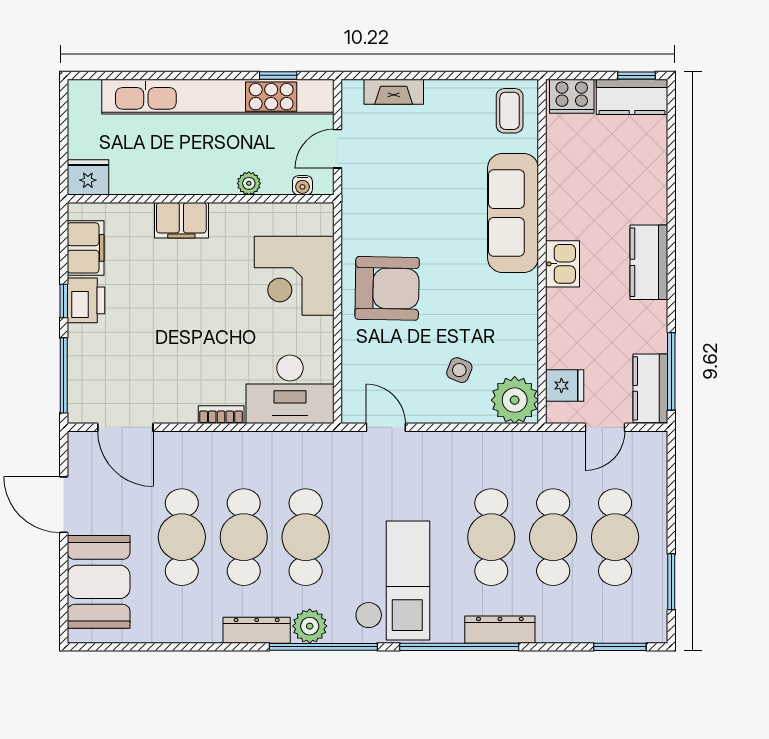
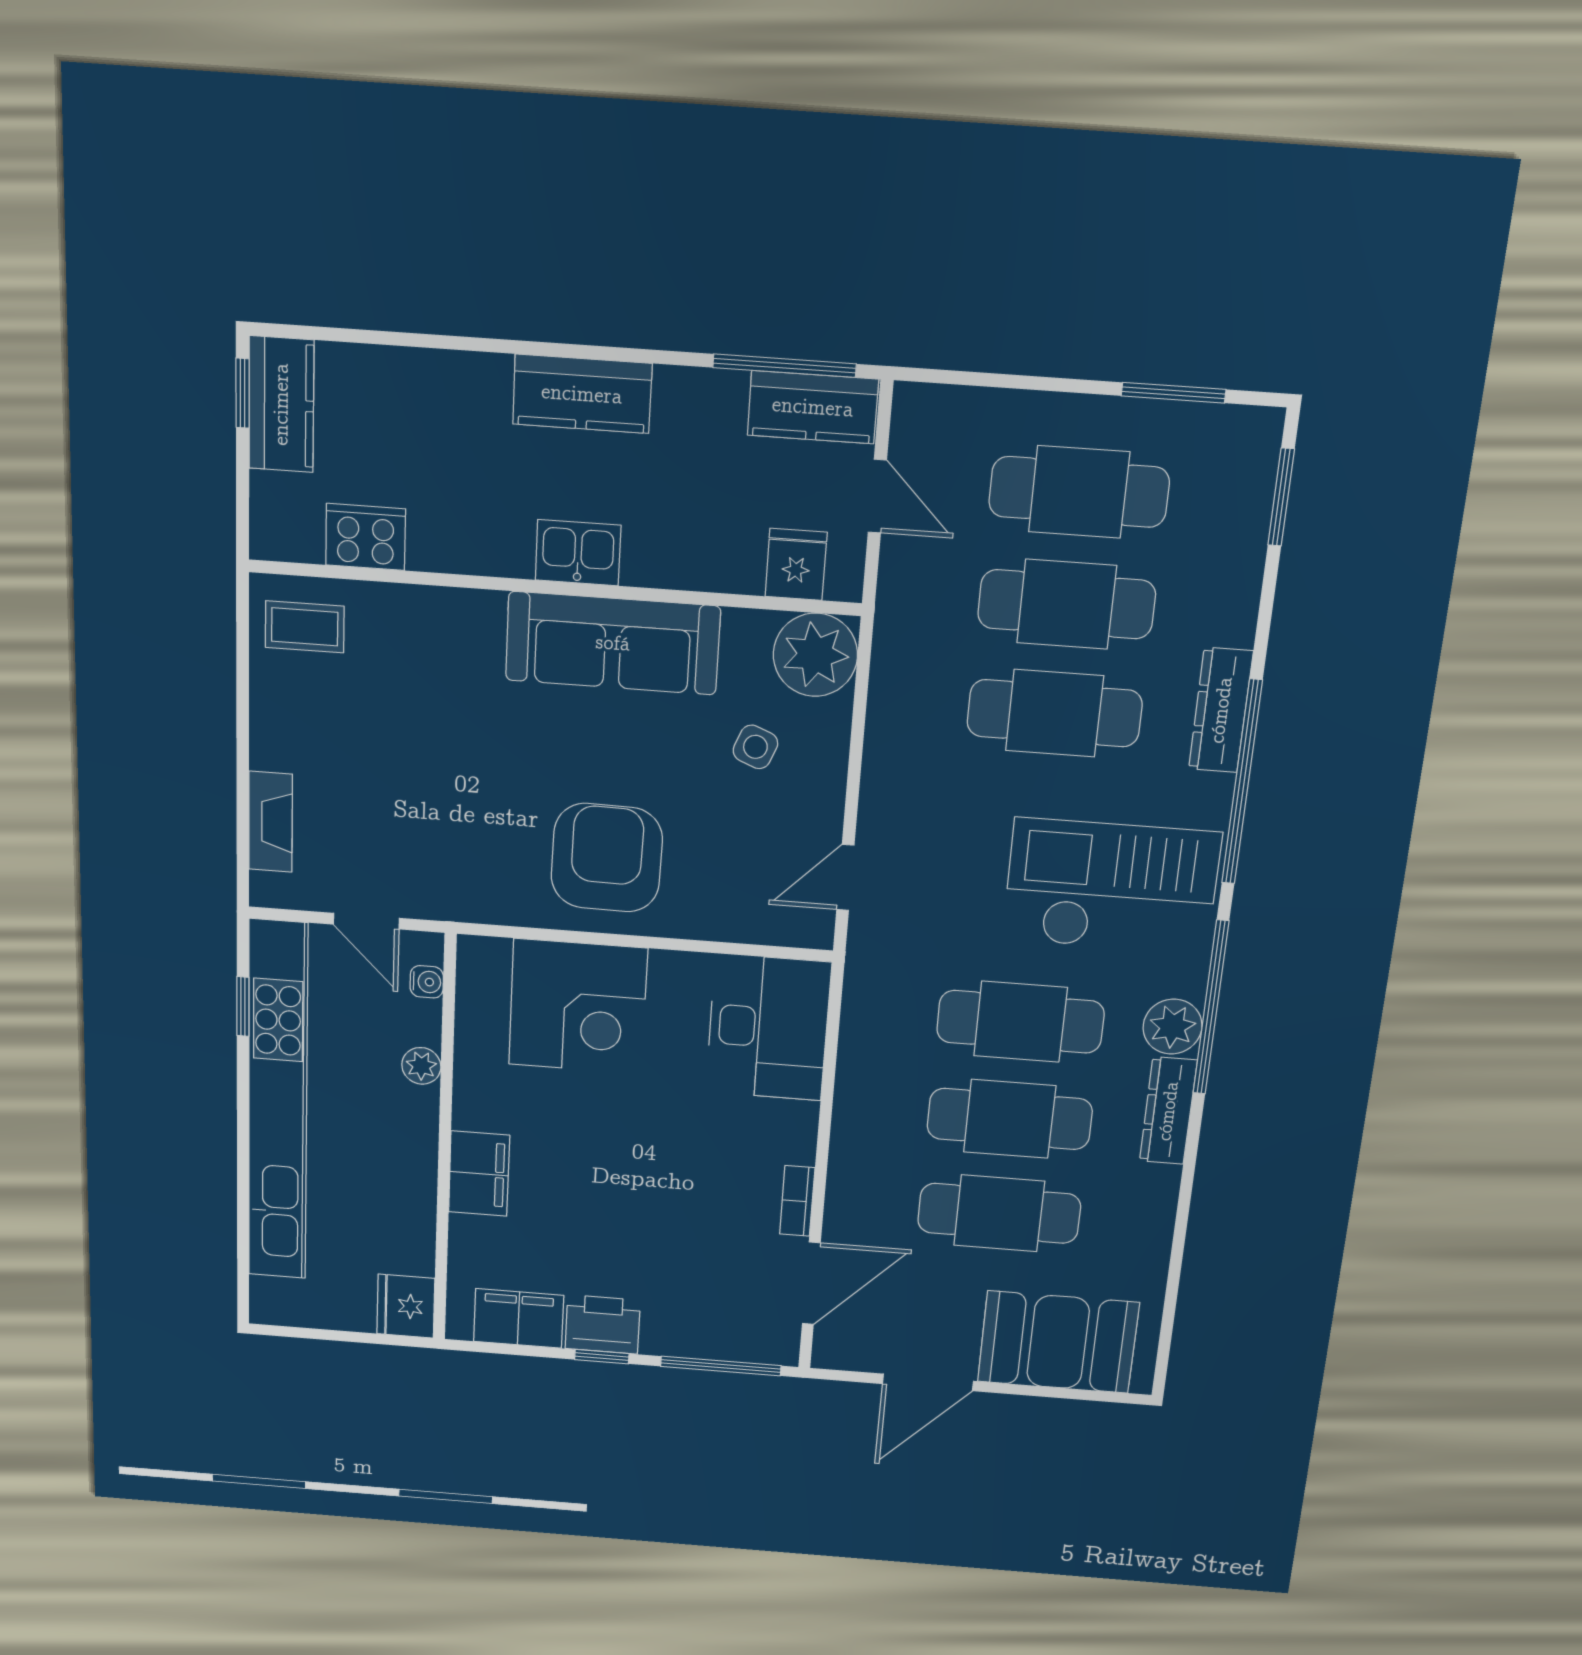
cooker: (572, 96) -> (366, 537), moved, turned -90
sofa: (513, 213) -> (613, 643), moved
bookcase: (221, 415) -> (797, 1201), moved

